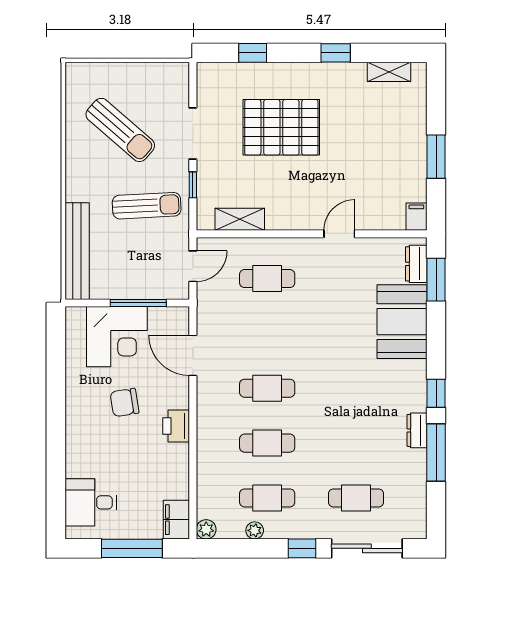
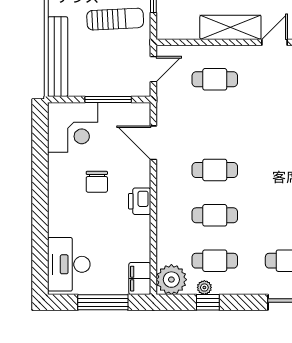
shelving: (240, 219) -> (230, 27), moved, width x1.50, depth x1.33
corner desk: (117, 337) -> (73, 127), moved
chair: (124, 403) -> (97, 182), turned -81
desk: (91, 502) -> (69, 264), width x1.37
plant: (206, 529) -> (171, 280), width x1.88, depth x1.88
window: (302, 548) -> (208, 302), moved

